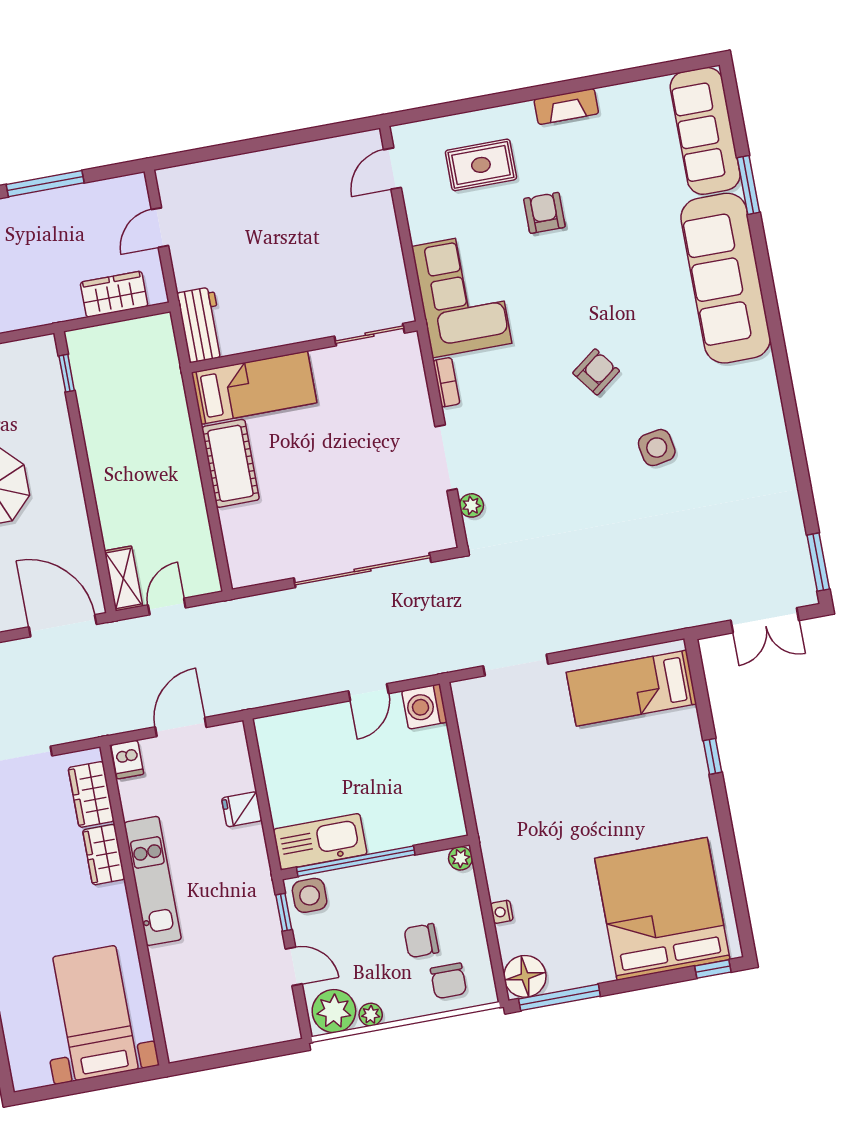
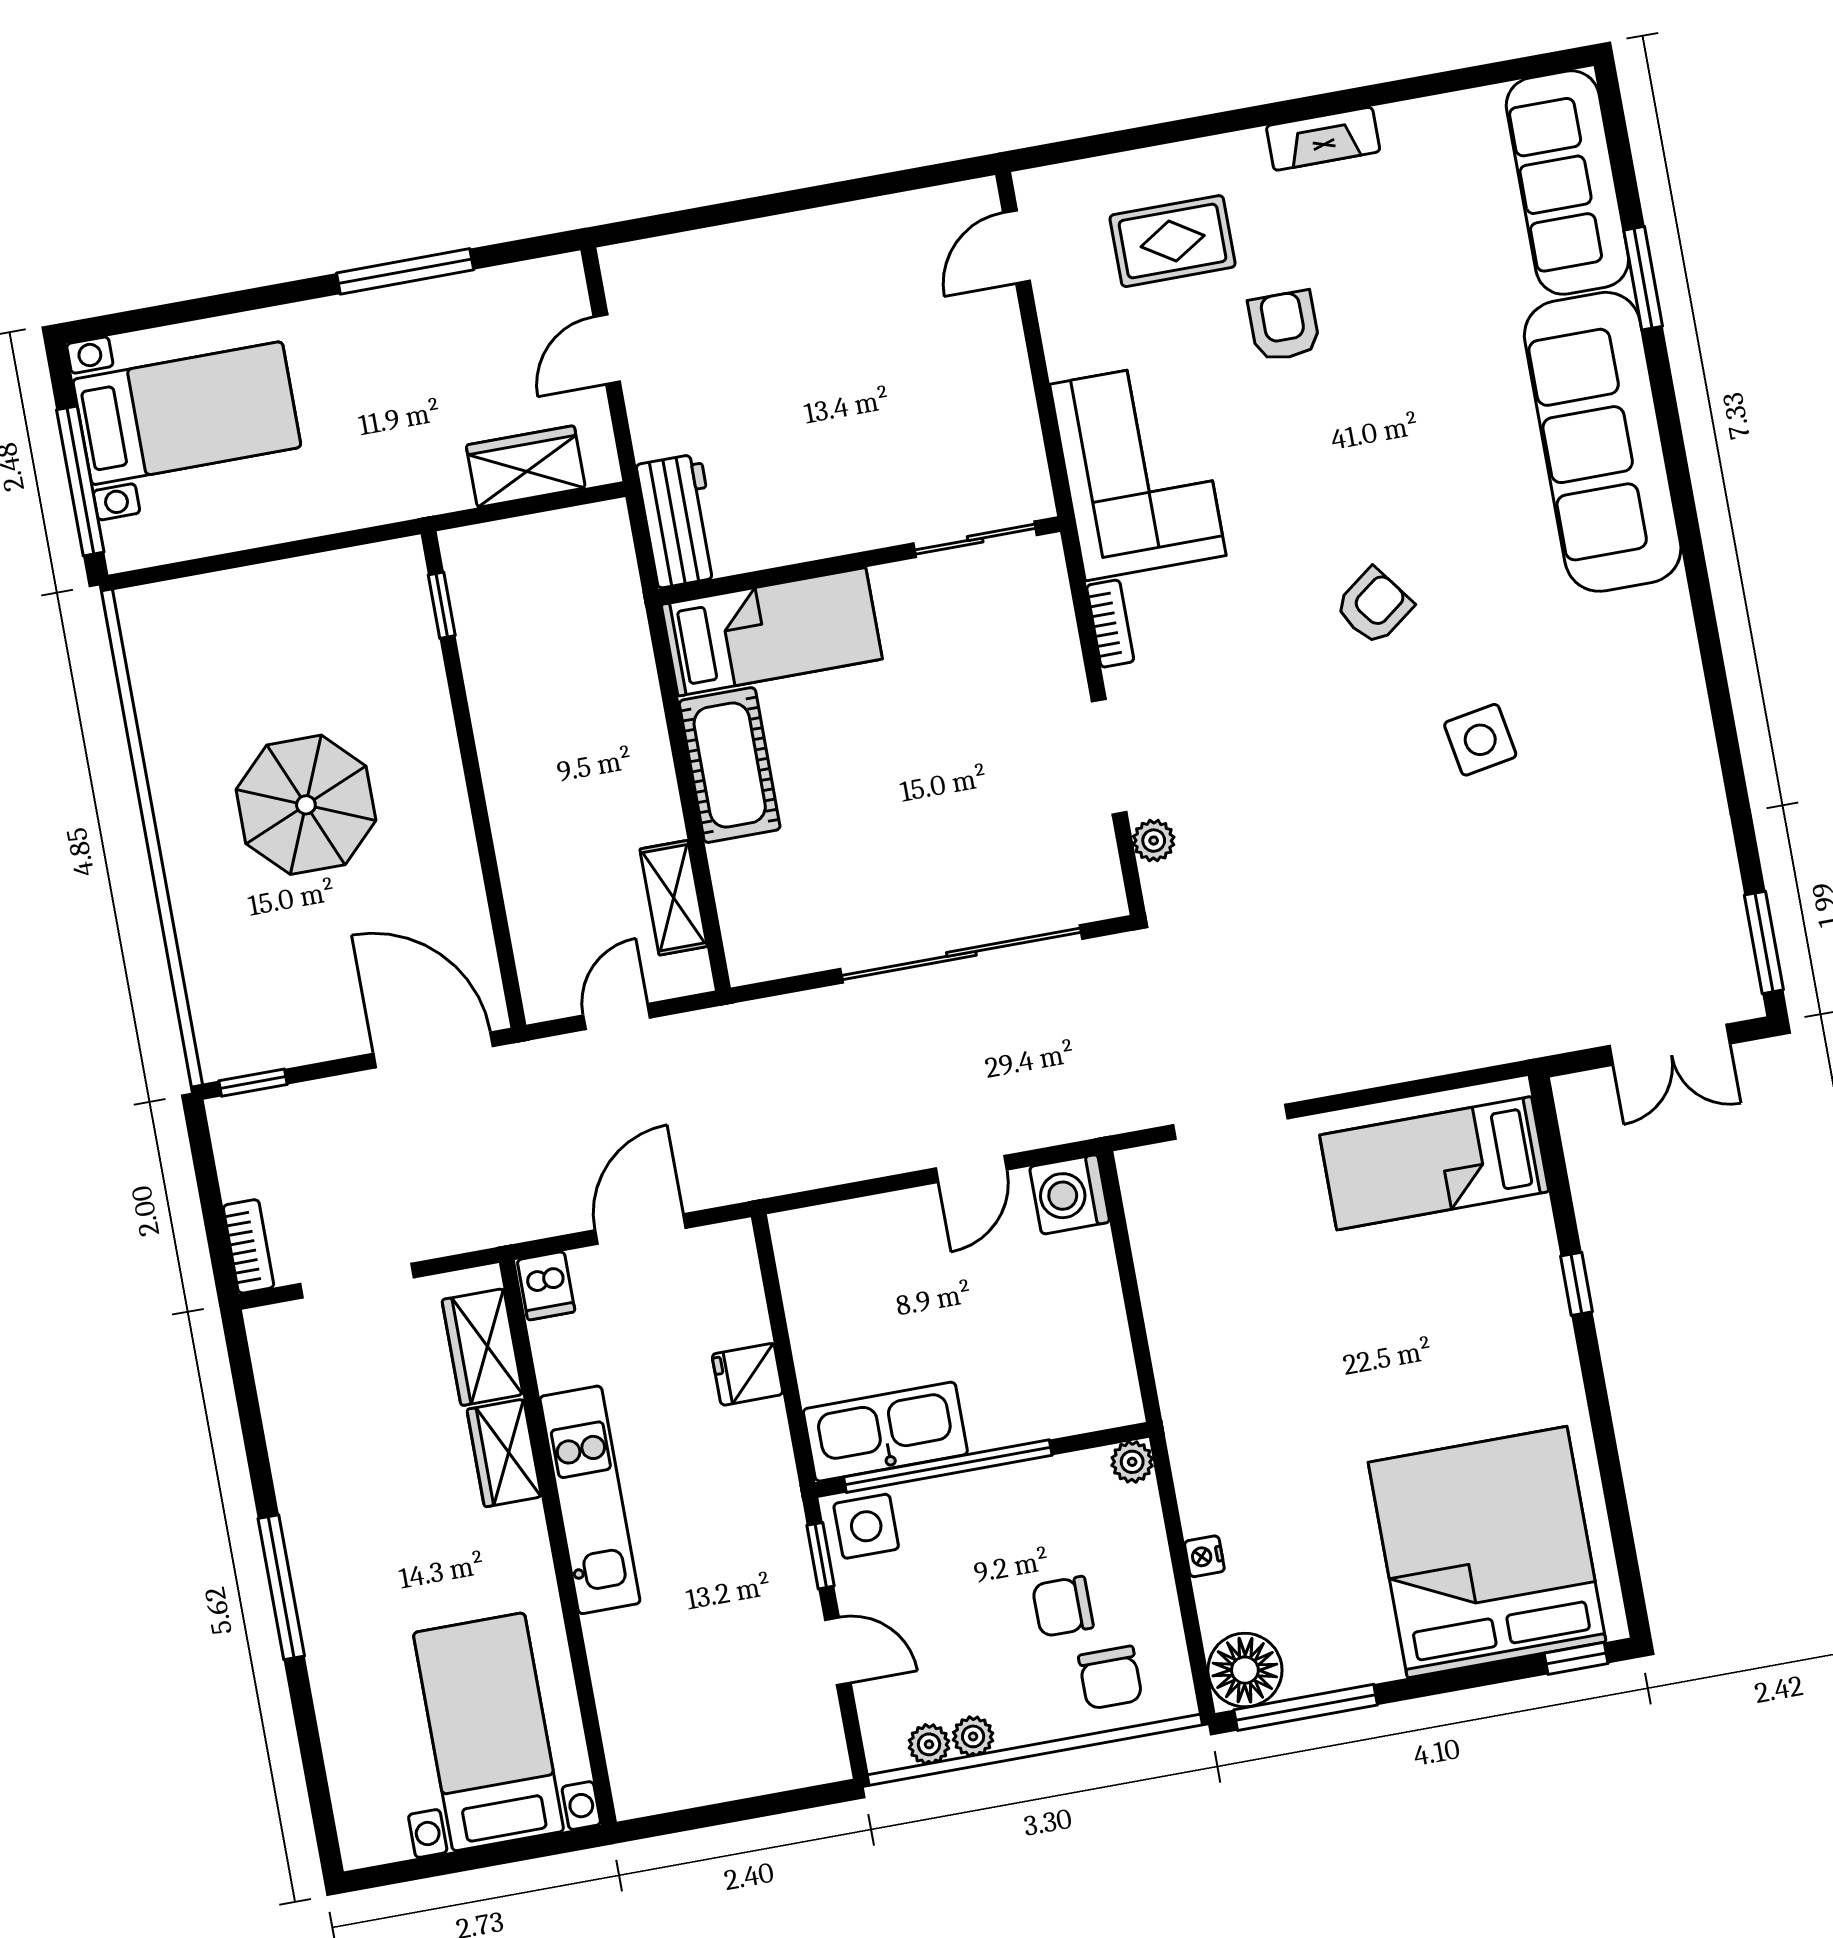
shelving: (123, 579) -> (674, 898), moved
plant: (334, 1011) -> (929, 1744), width x0.53, depth x0.53

